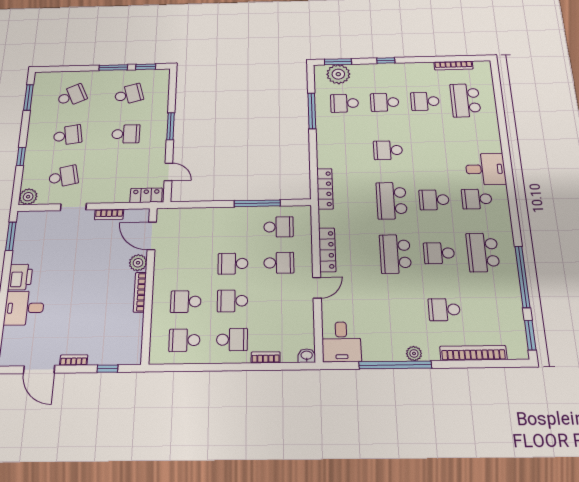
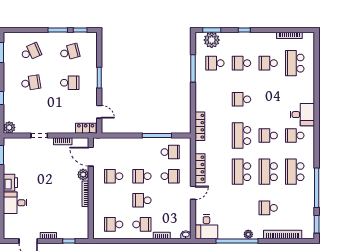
school desk: (63, 177) -> (31, 114), removed
school desk: (439, 253) -> (268, 172), width x1.85
school desk: (186, 302) -> (114, 176), moved

